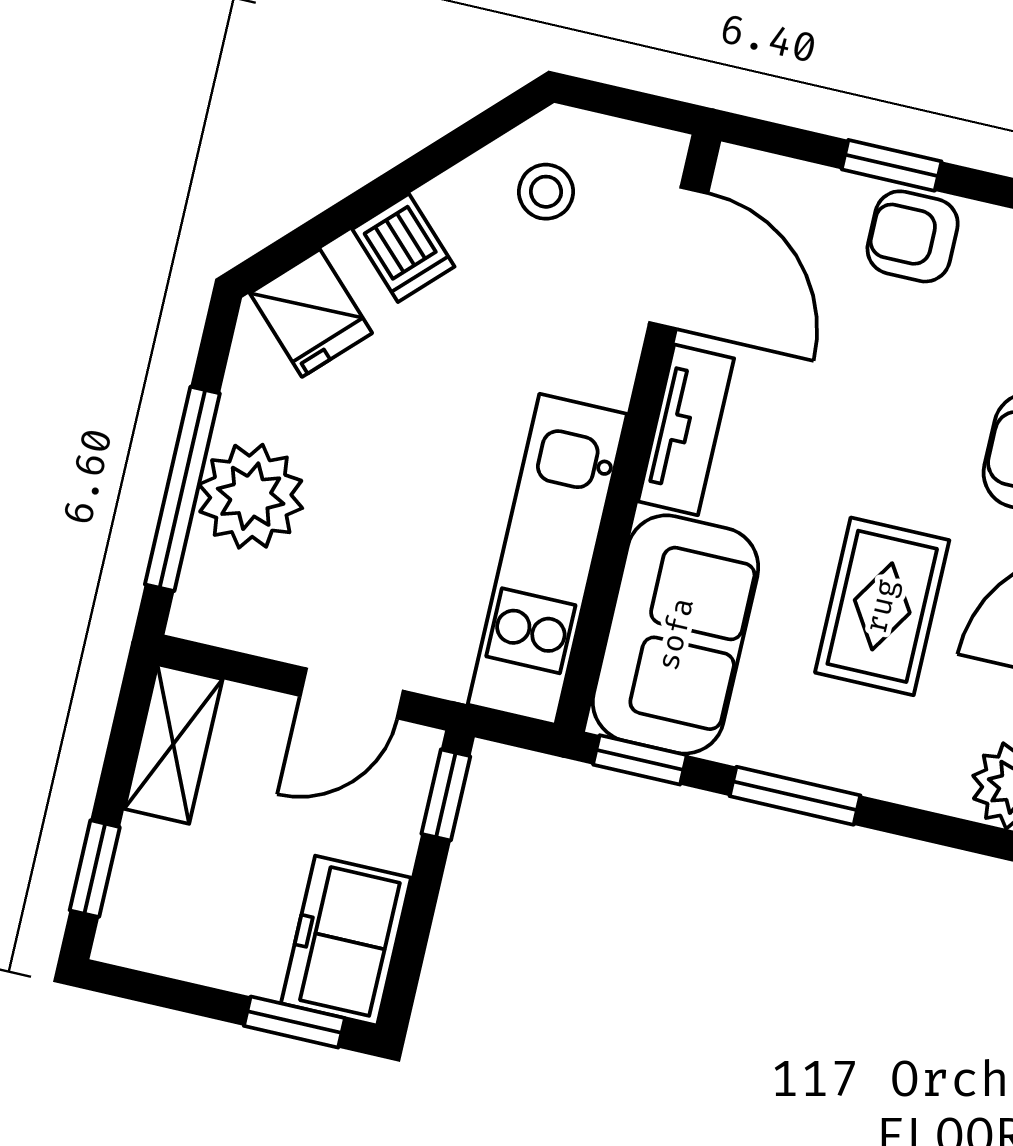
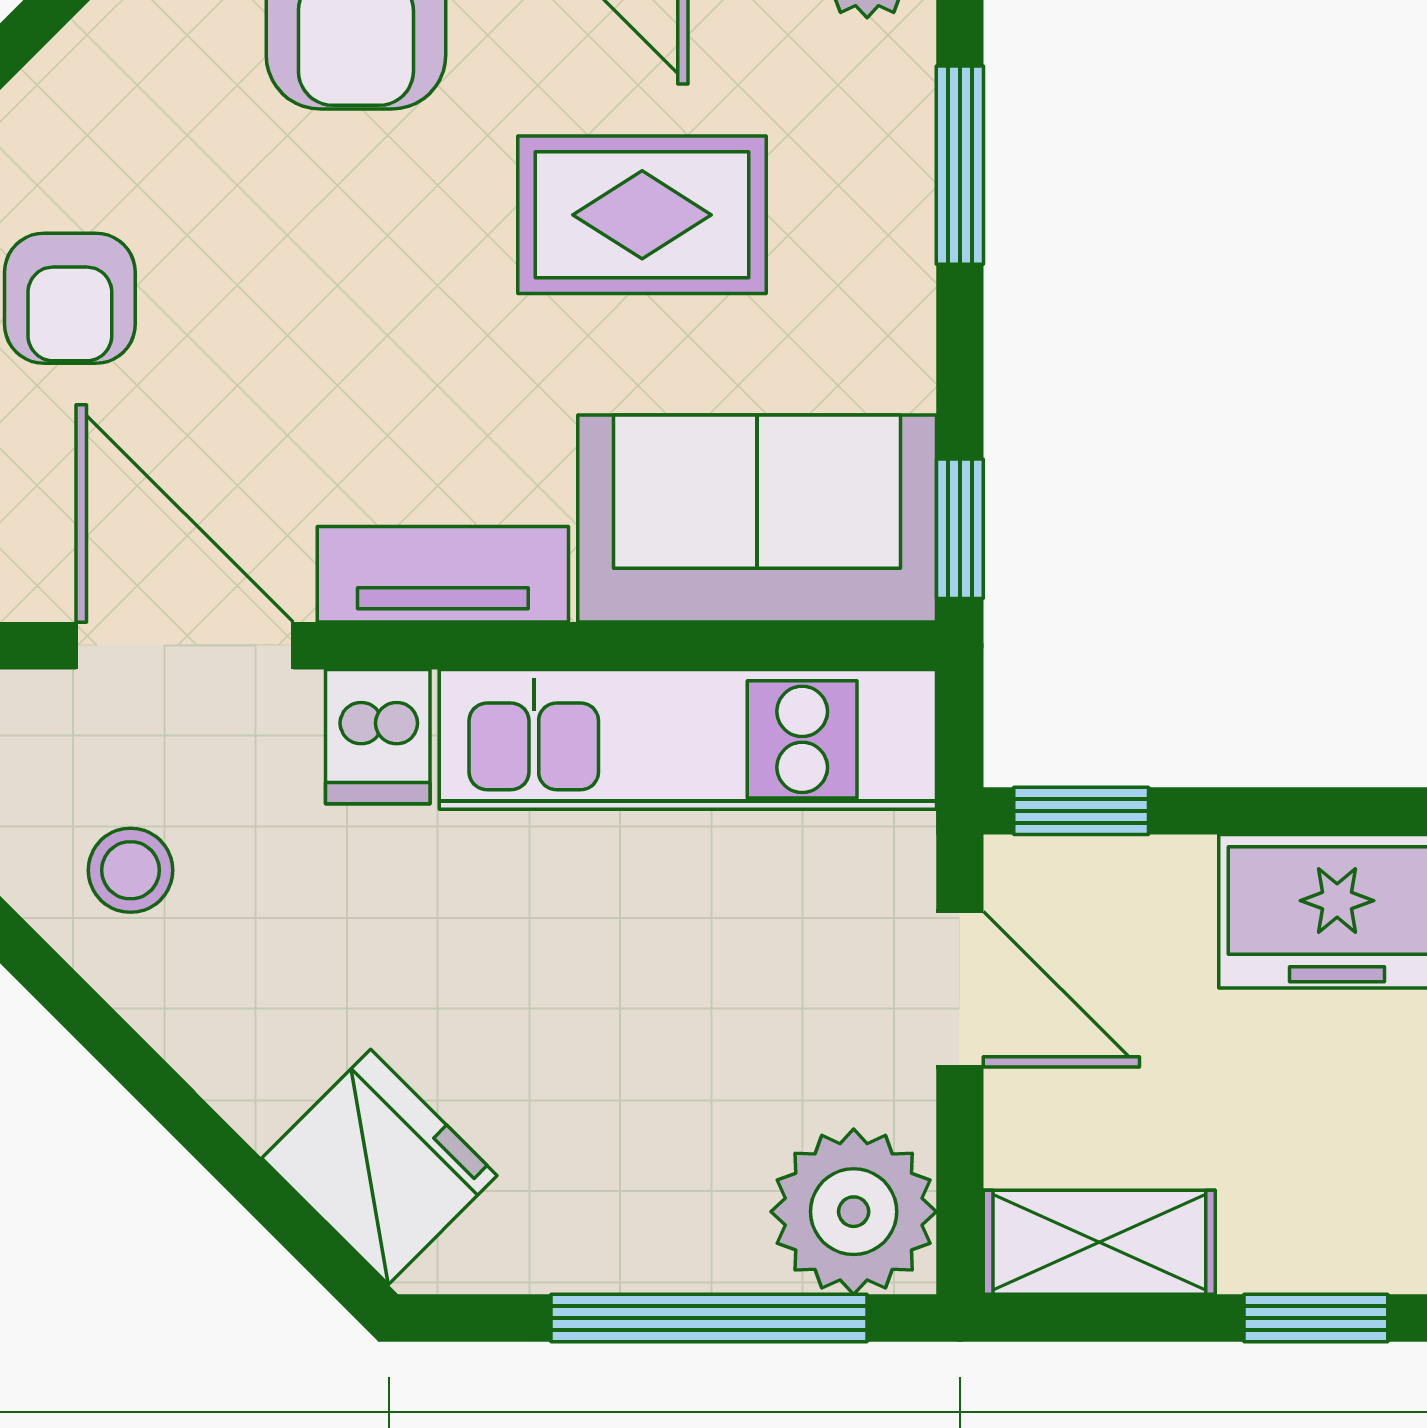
dishwasher: (403, 248) -> (378, 737), moved, turned 135
door: (679, 258) -> (185, 646), hinge flipped
fridge: (311, 313) -> (379, 1167), width x1.38
plant: (251, 496) -> (854, 1212), moved
window: (795, 796) -> (960, 165), moved

